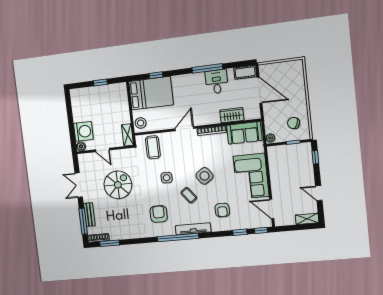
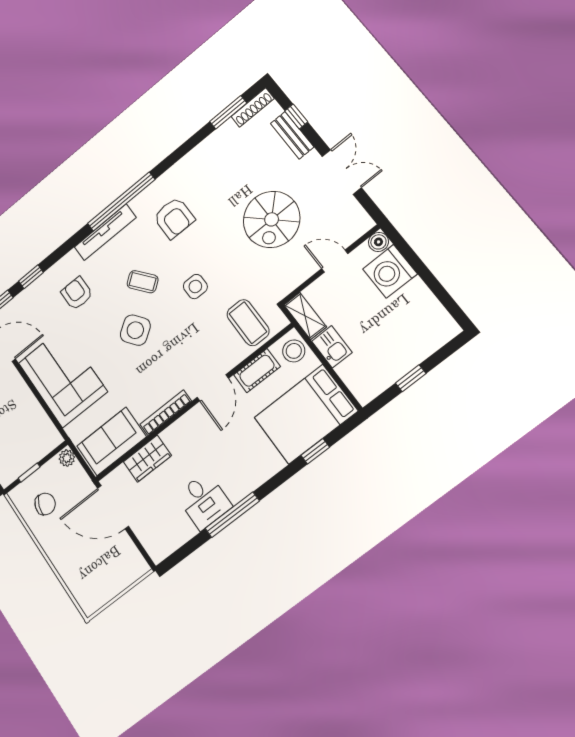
cot: (245, 72) -> (257, 371), moved
door: (259, 90) -> (113, 507), moved
kitchen sink: (124, 115) -> (332, 347), added
window: (83, 221) -> (296, 116), width x0.46

